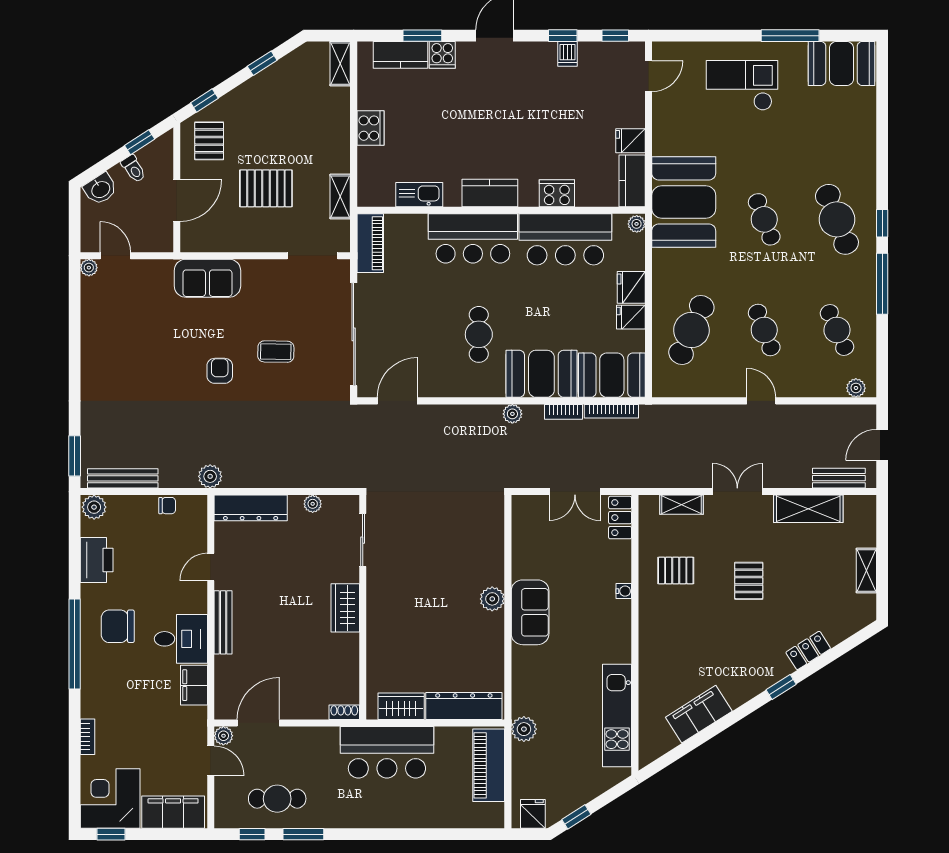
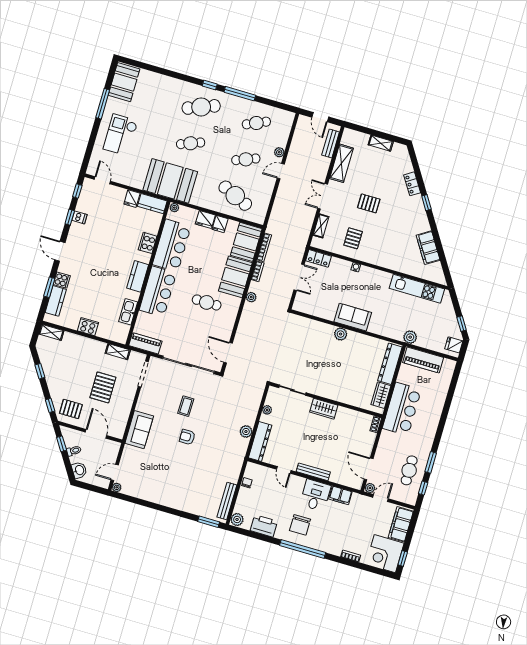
plant: (856, 388) -> (279, 152), moved
plant: (210, 476) -> (246, 432), moved

